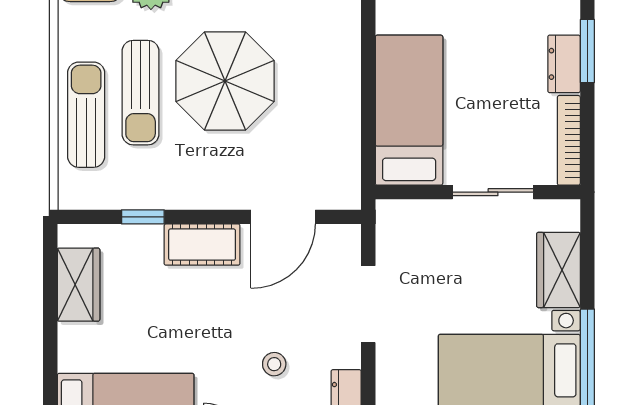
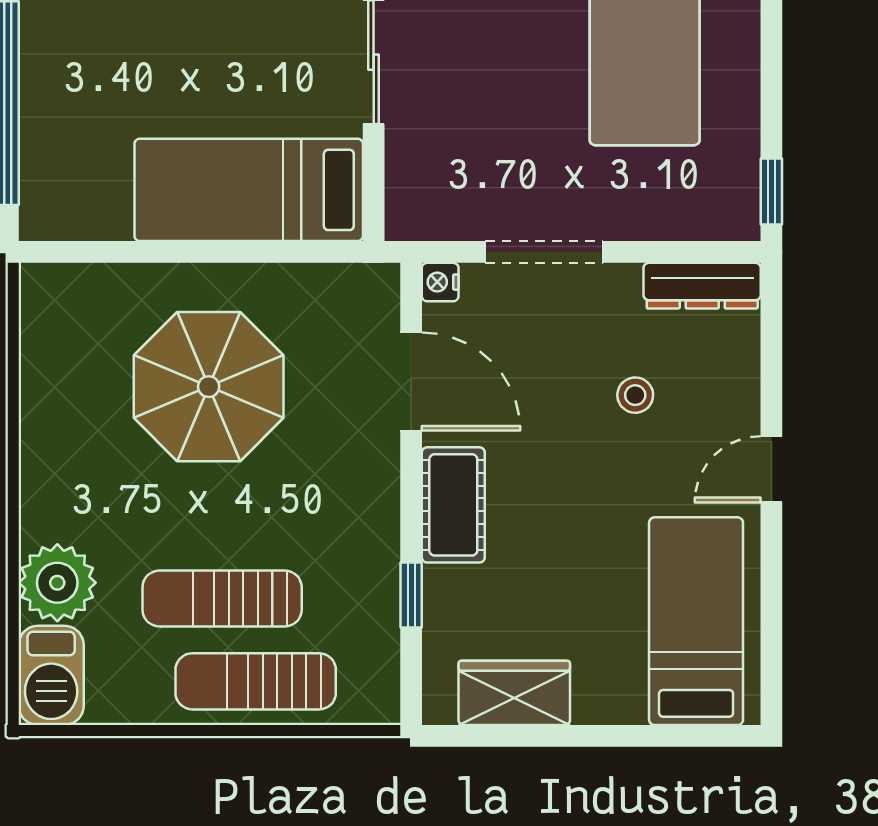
parasol: (225, 81) -> (209, 387), moved
sun lounger: (141, 93) -> (222, 599), turned 180
nightstand: (348, 236) -> (440, 282), added

